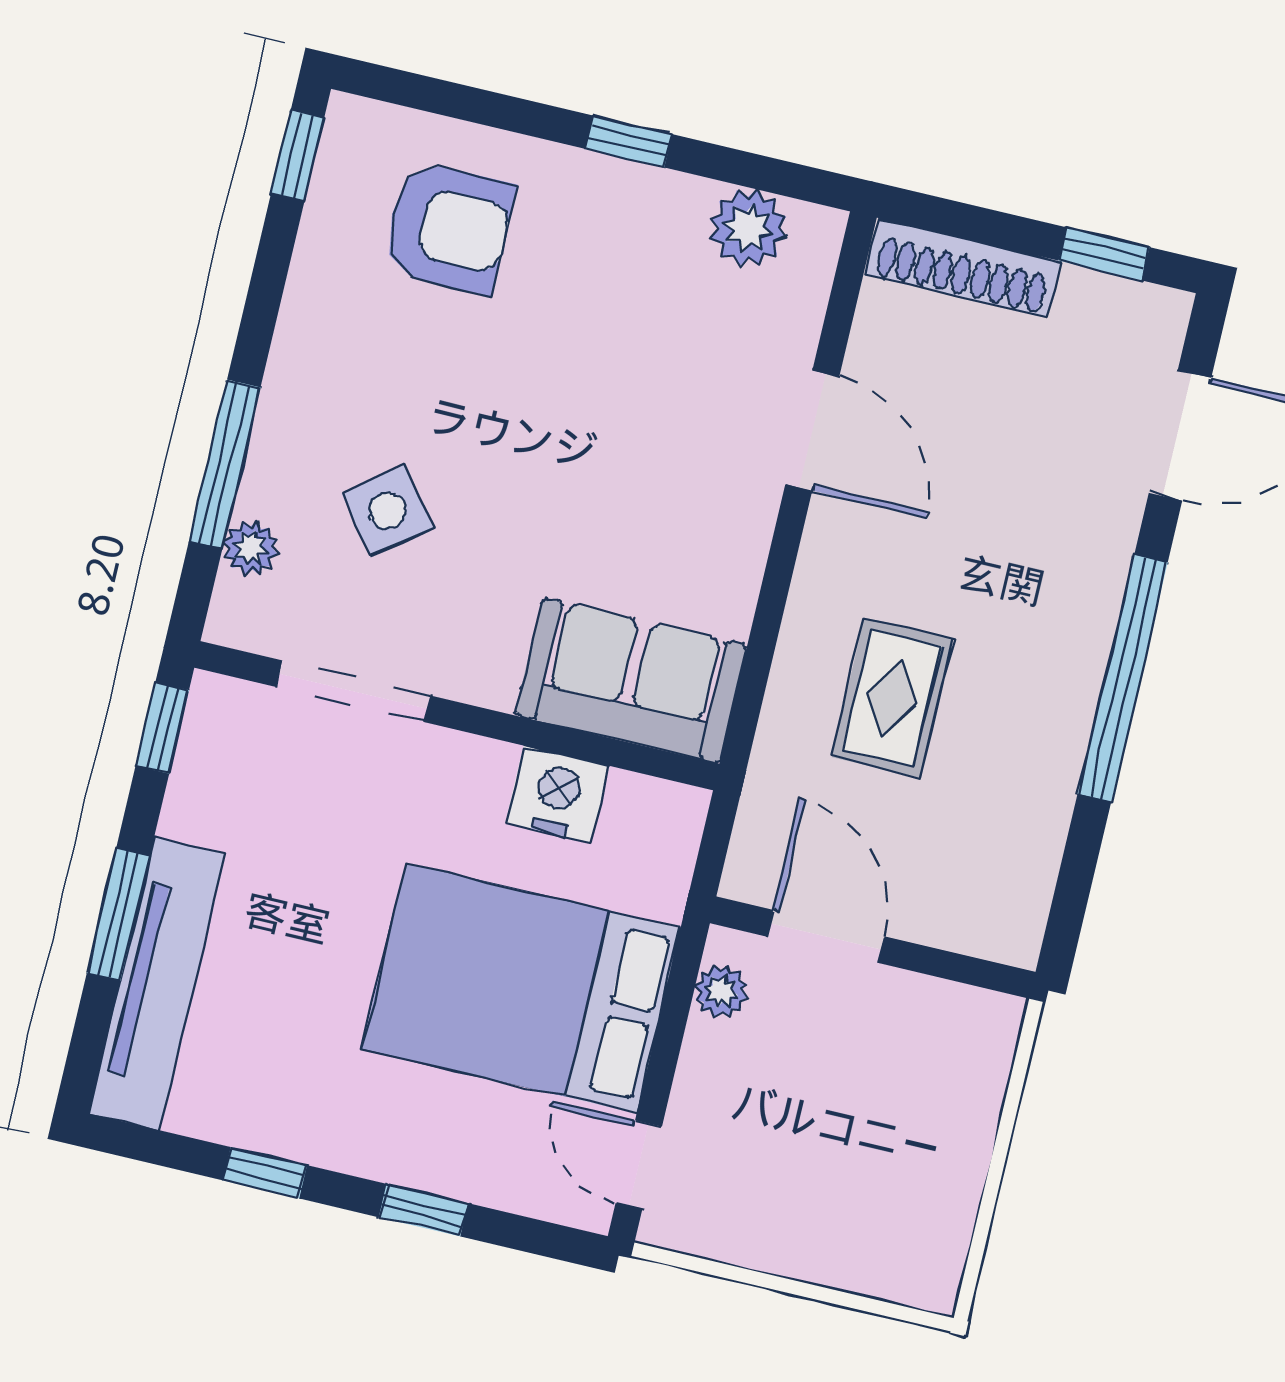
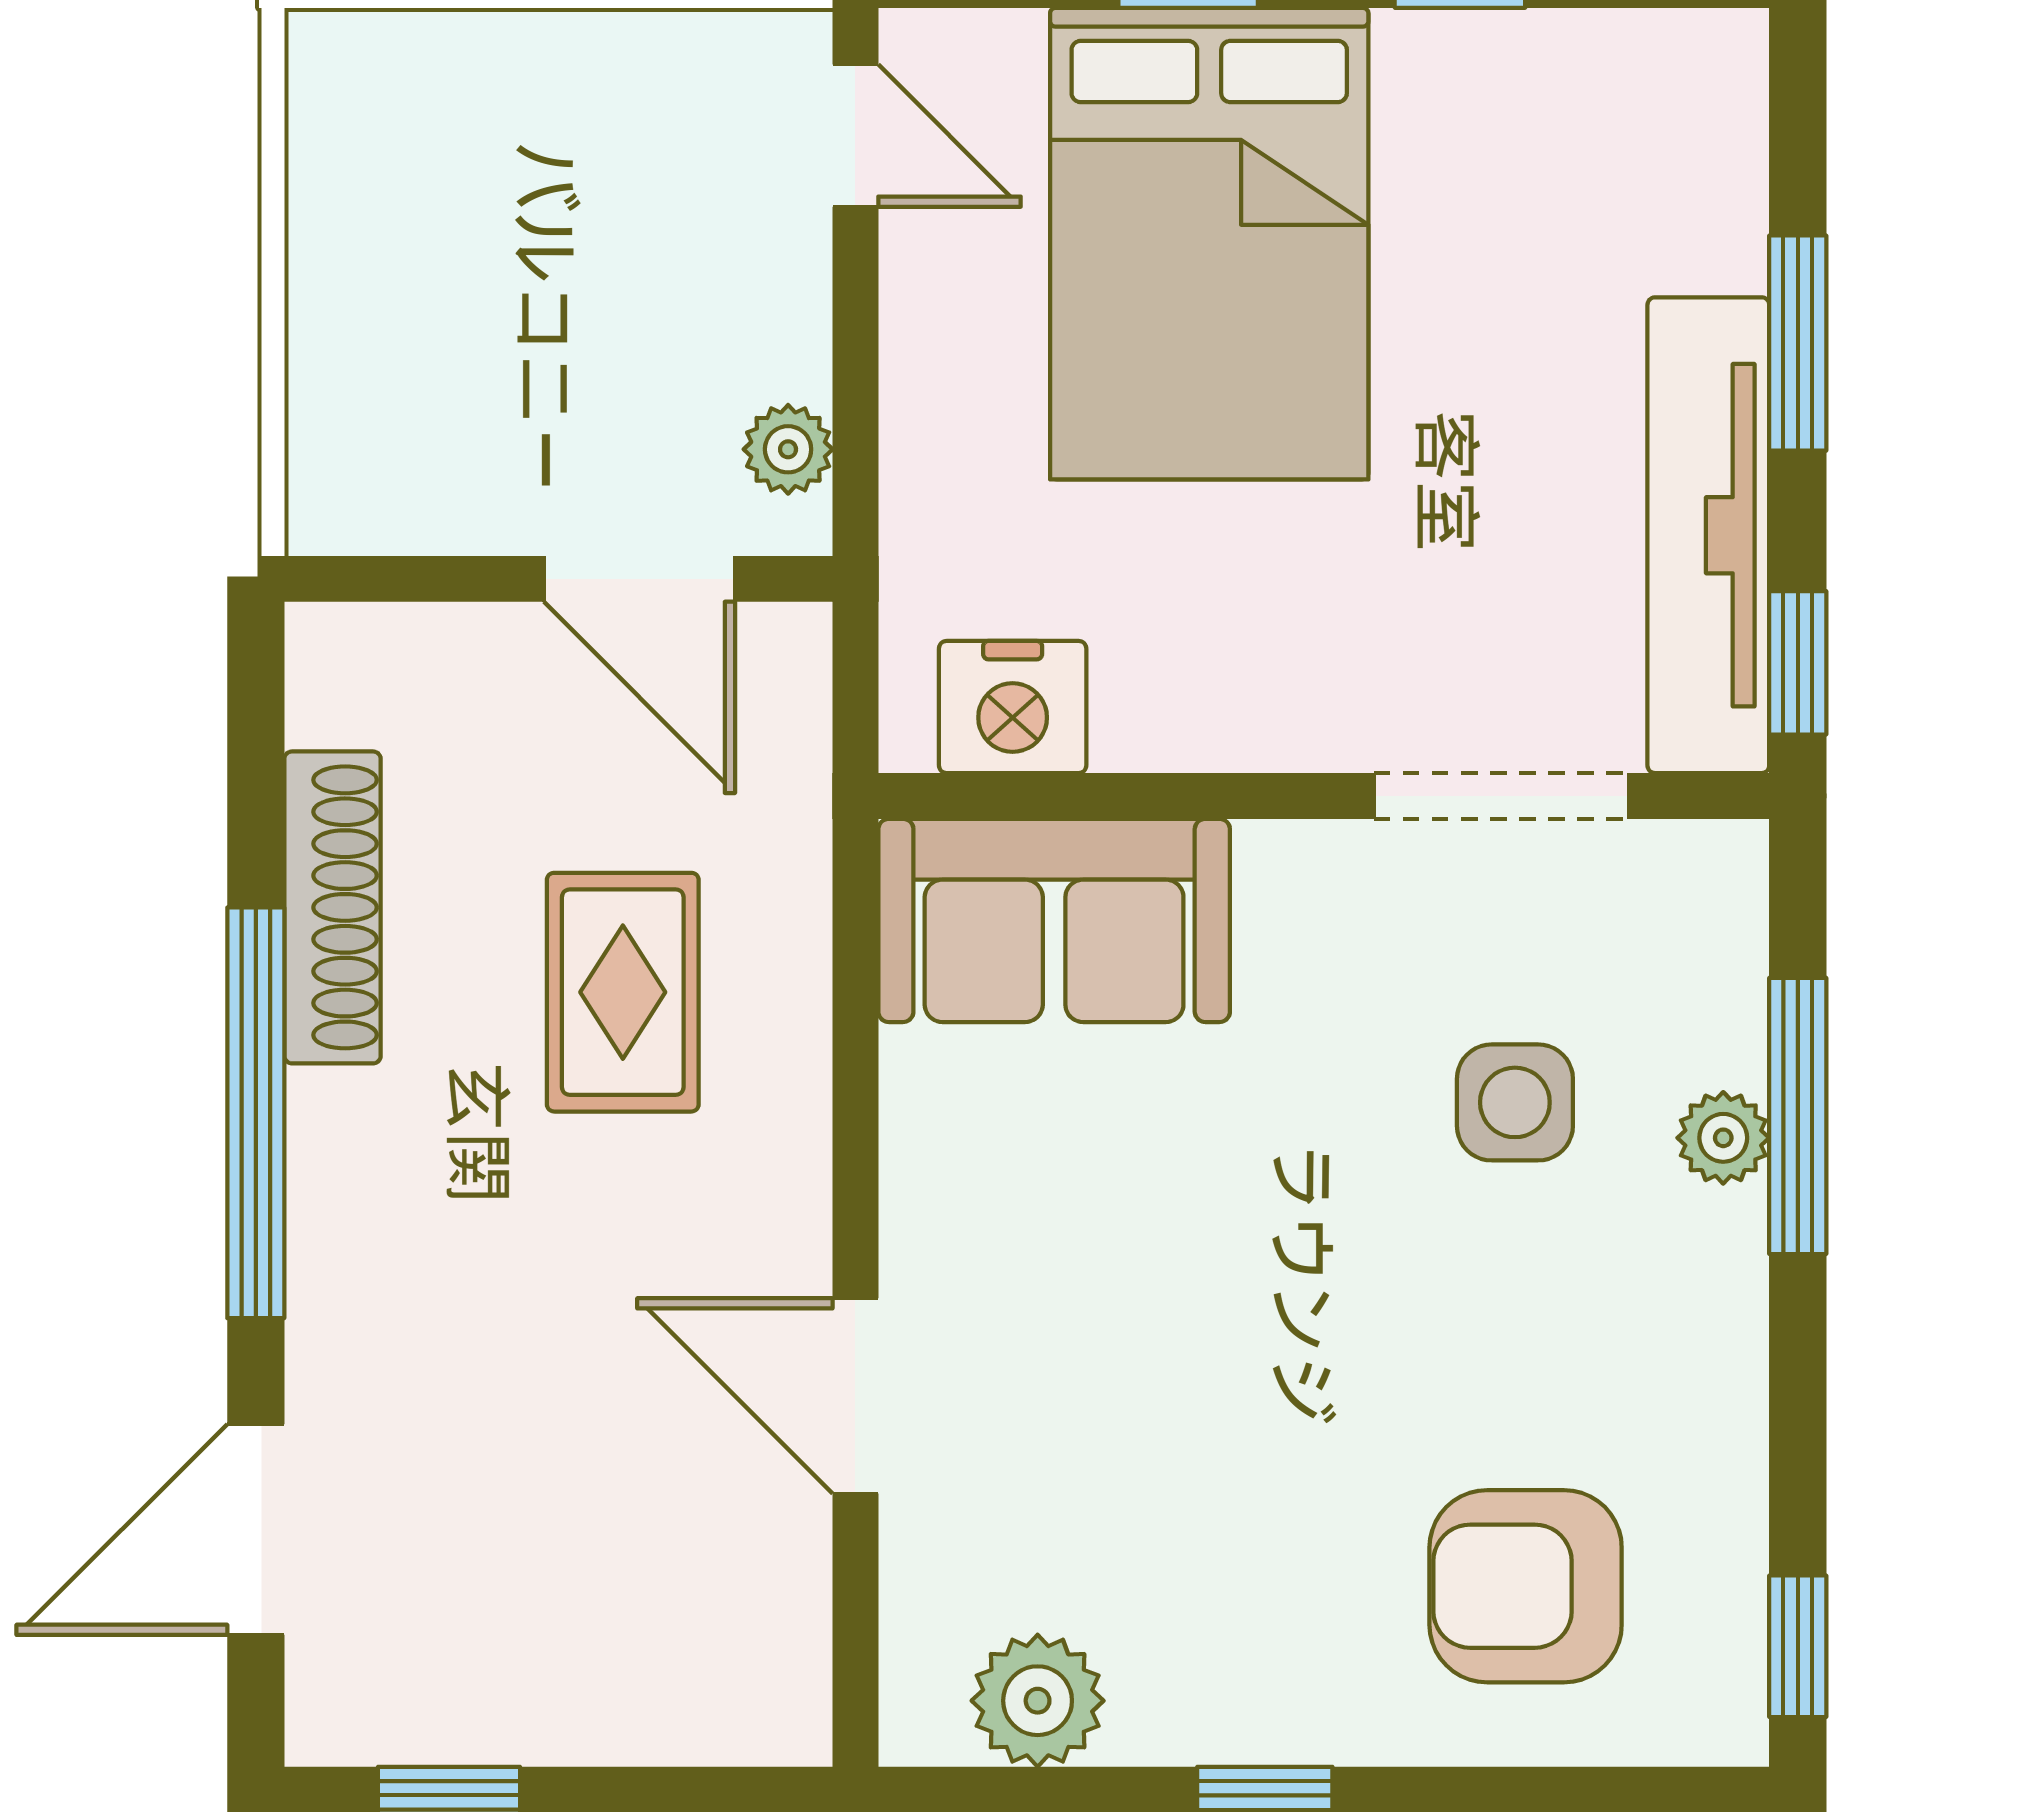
shoe rack: (963, 268) -> (333, 907), moved, turned 90
side table: (388, 511) -> (1515, 1102), turned 38
plant: (251, 548) -> (1723, 1138), moved
nightstand: (557, 794) -> (1013, 707), moved
tv unit: (157, 983) -> (1708, 535), moved
bed: (521, 988) -> (1209, 244), moved, turned 90

